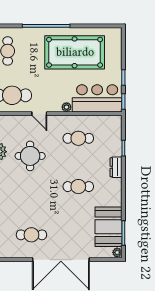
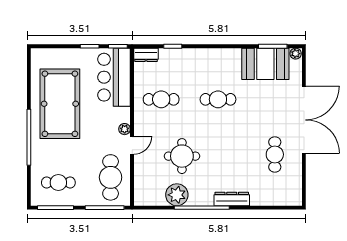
plant: (67, 107) -> (125, 129), moved
cafe table: (78, 138) -> (161, 99), turned 90
dresser: (116, 167) -> (146, 55), moved
cafe table: (78, 187) -> (218, 99), turned 90

